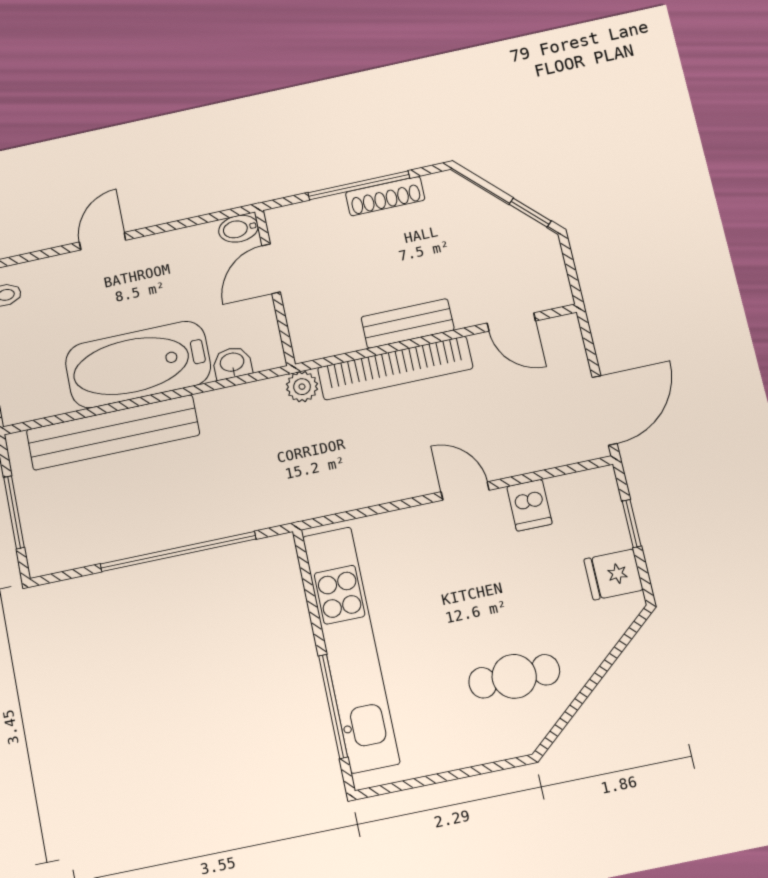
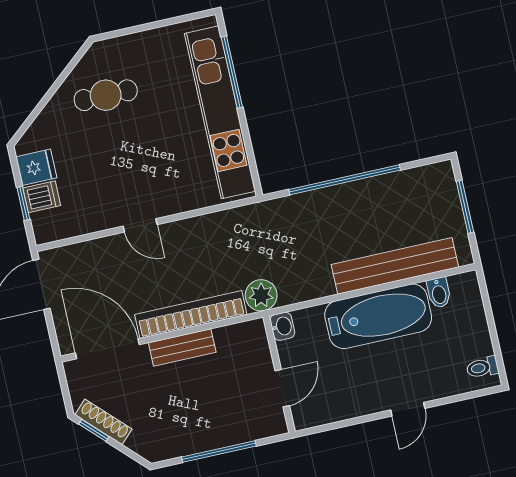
shoe rack: (385, 196) -> (103, 422), moved, turned 45
bidet: (238, 229) -> (439, 293), moved, turned 90
door: (511, 322) -> (107, 349), width x1.88
washbasin: (232, 363) -> (282, 326), moved, turned -90
plant: (302, 387) -> (261, 295), width x1.38, depth x1.38
dishwasher: (529, 505) -> (42, 197), moved, turned 90

